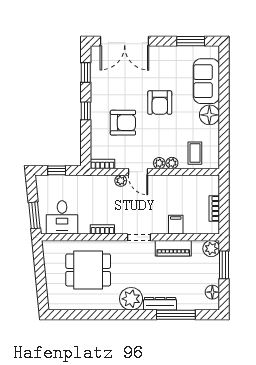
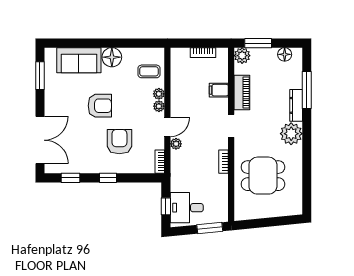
desk: (62, 217) -> (187, 208), moved, turned 180
dining table: (88, 270) -> (263, 176), turned 90

